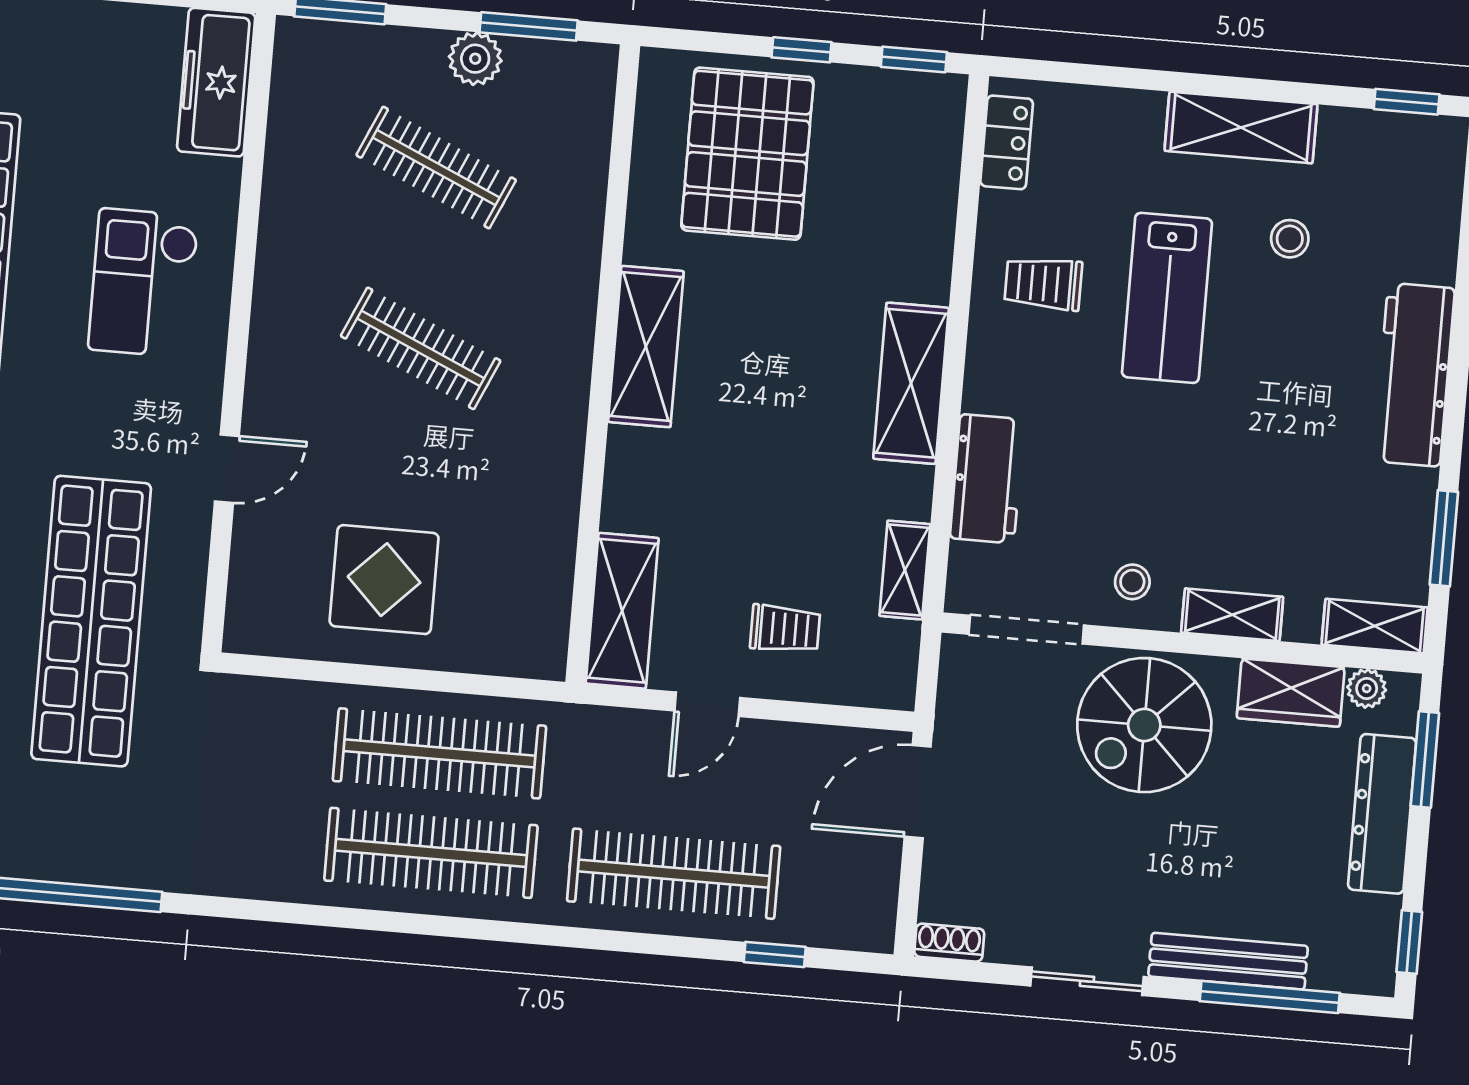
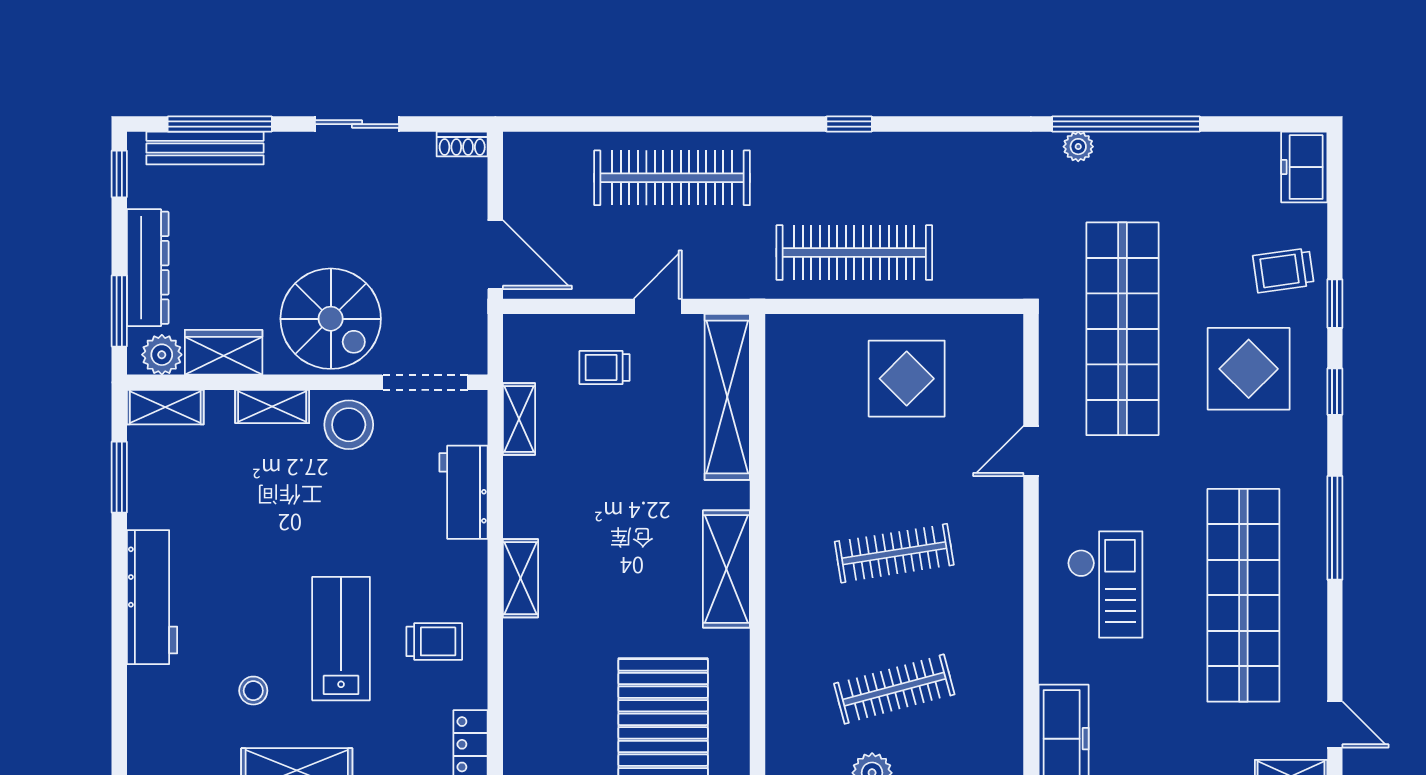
clothes rail: (436, 168) -> (894, 689), turned -39
clothes rail: (421, 348) -> (894, 553), turned -33
shelving: (911, 383) -> (521, 578), width x0.67, depth x0.75
stool: (1132, 582) -> (349, 425), width x1.89, depth x1.89
shelving: (622, 611) -> (727, 397), width x1.47
plant: (1367, 688) -> (162, 355), width x1.38, depth x1.38
spiral stairs: (1144, 725) -> (331, 319), turned 90
door: (918, 792) -> (495, 255), hinge flipped
clothes rail: (431, 853) -> (854, 178), removed
plant: (129, 869) -> (1078, 147), added
window: (775, 955) -> (849, 124), moved
bench: (1228, 961) -> (205, 148), moved

